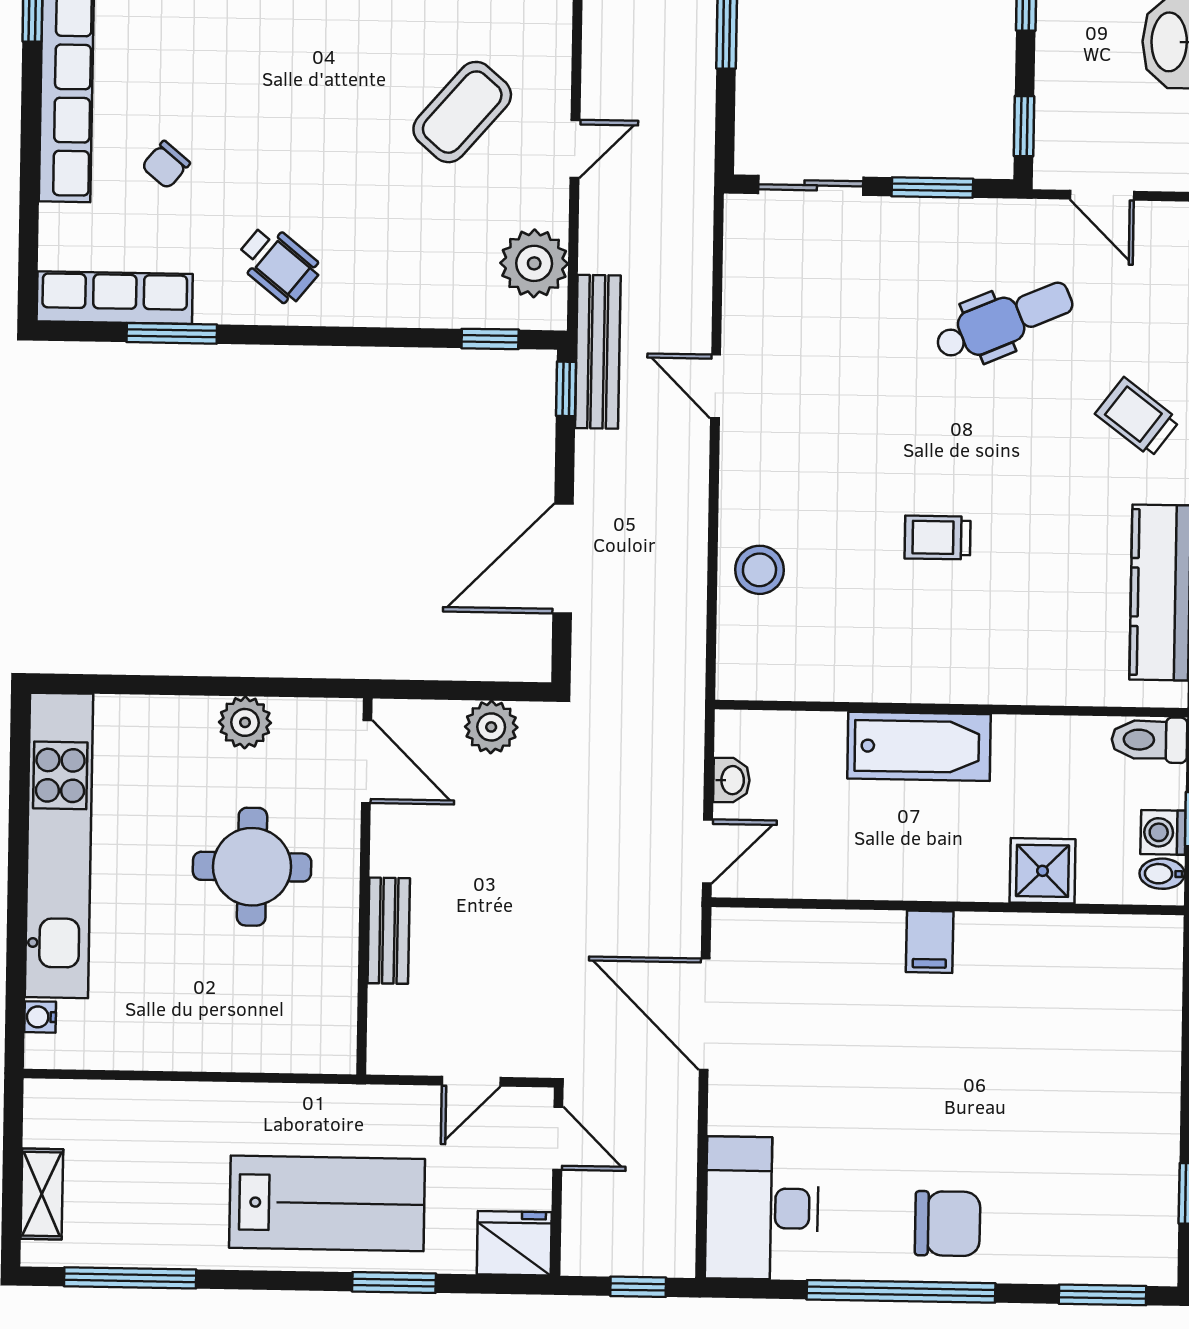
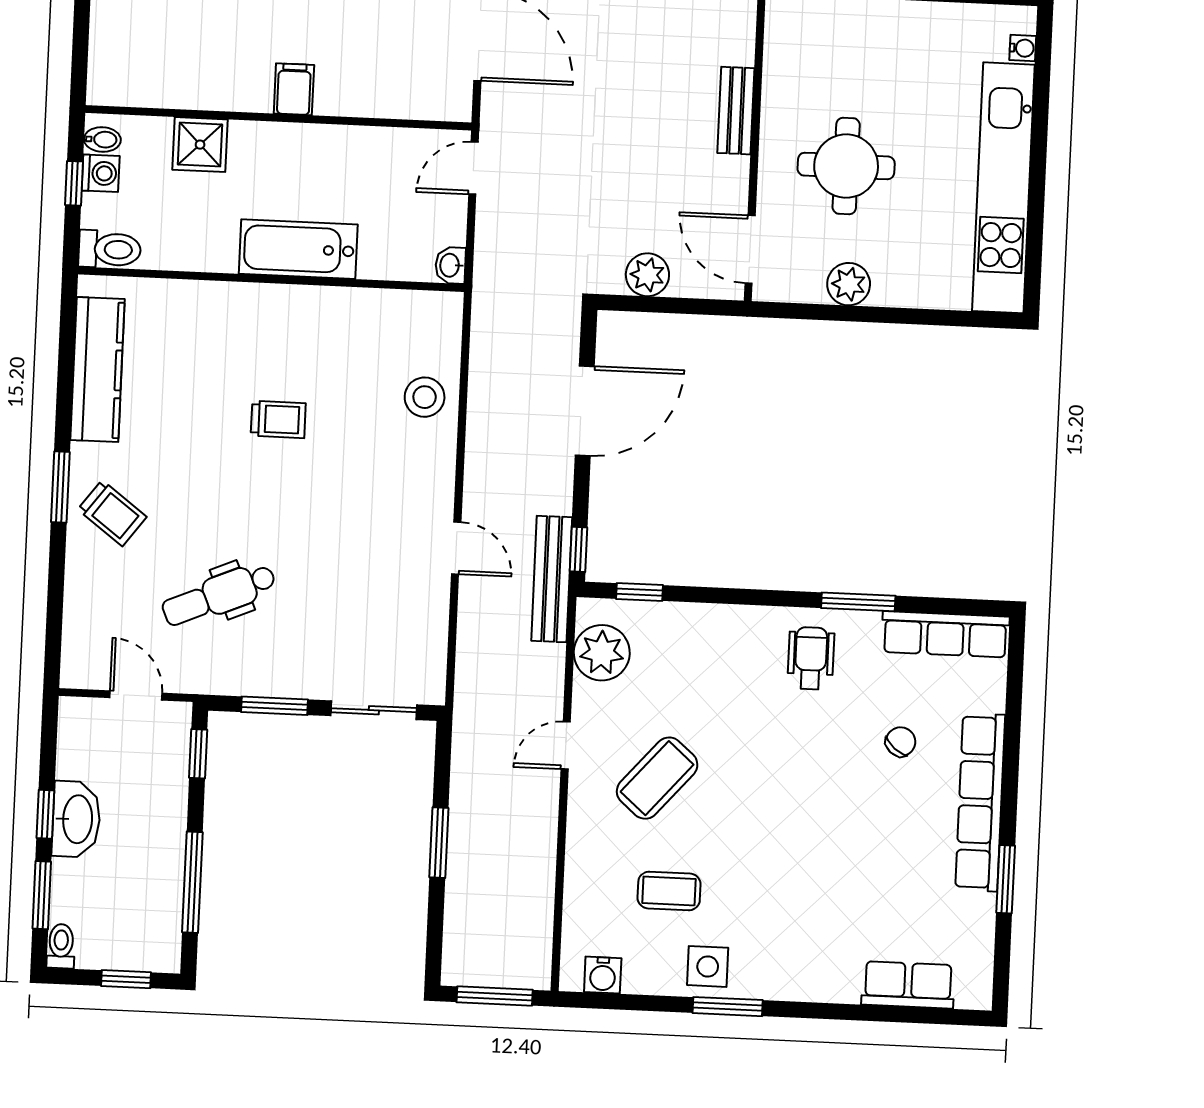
wheelchair: (278, 264) -> (811, 658), turned 51
window: (172, 333) -> (858, 602), moved
washbasin: (731, 780) -> (450, 265), moved

